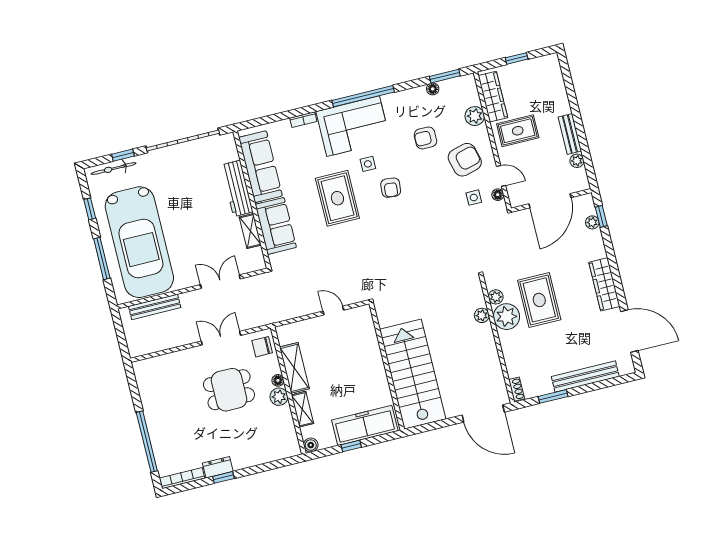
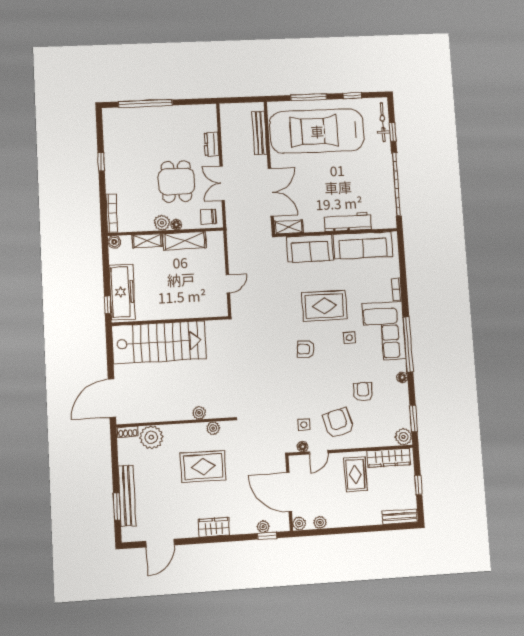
floor lamp: (433, 89) -> (402, 377), moved
plant: (475, 116) -> (403, 437), moved
bench: (570, 134) -> (399, 517), moved
armchair: (465, 160) -> (338, 423), turned 180
plant: (582, 184) -> (299, 524), added
armchair: (391, 188) -> (306, 349), moved
shelving: (250, 231) -> (289, 227), moved
double door: (220, 282) -> (271, 192), width x1.37
wardrobe: (604, 284) -> (214, 527), width x0.67
plant: (506, 317) -> (151, 437), moved
door: (629, 331) -> (160, 543), width x0.73
double door: (221, 338) -> (222, 183), swing flipped
chair: (262, 347) -> (208, 217), turned -90
window: (553, 396) -> (117, 506), moved
window: (351, 446) -> (108, 305), moved
dresser: (218, 467) -> (212, 144), moved, turned 180
bookcase: (182, 478) -> (112, 213), moved

